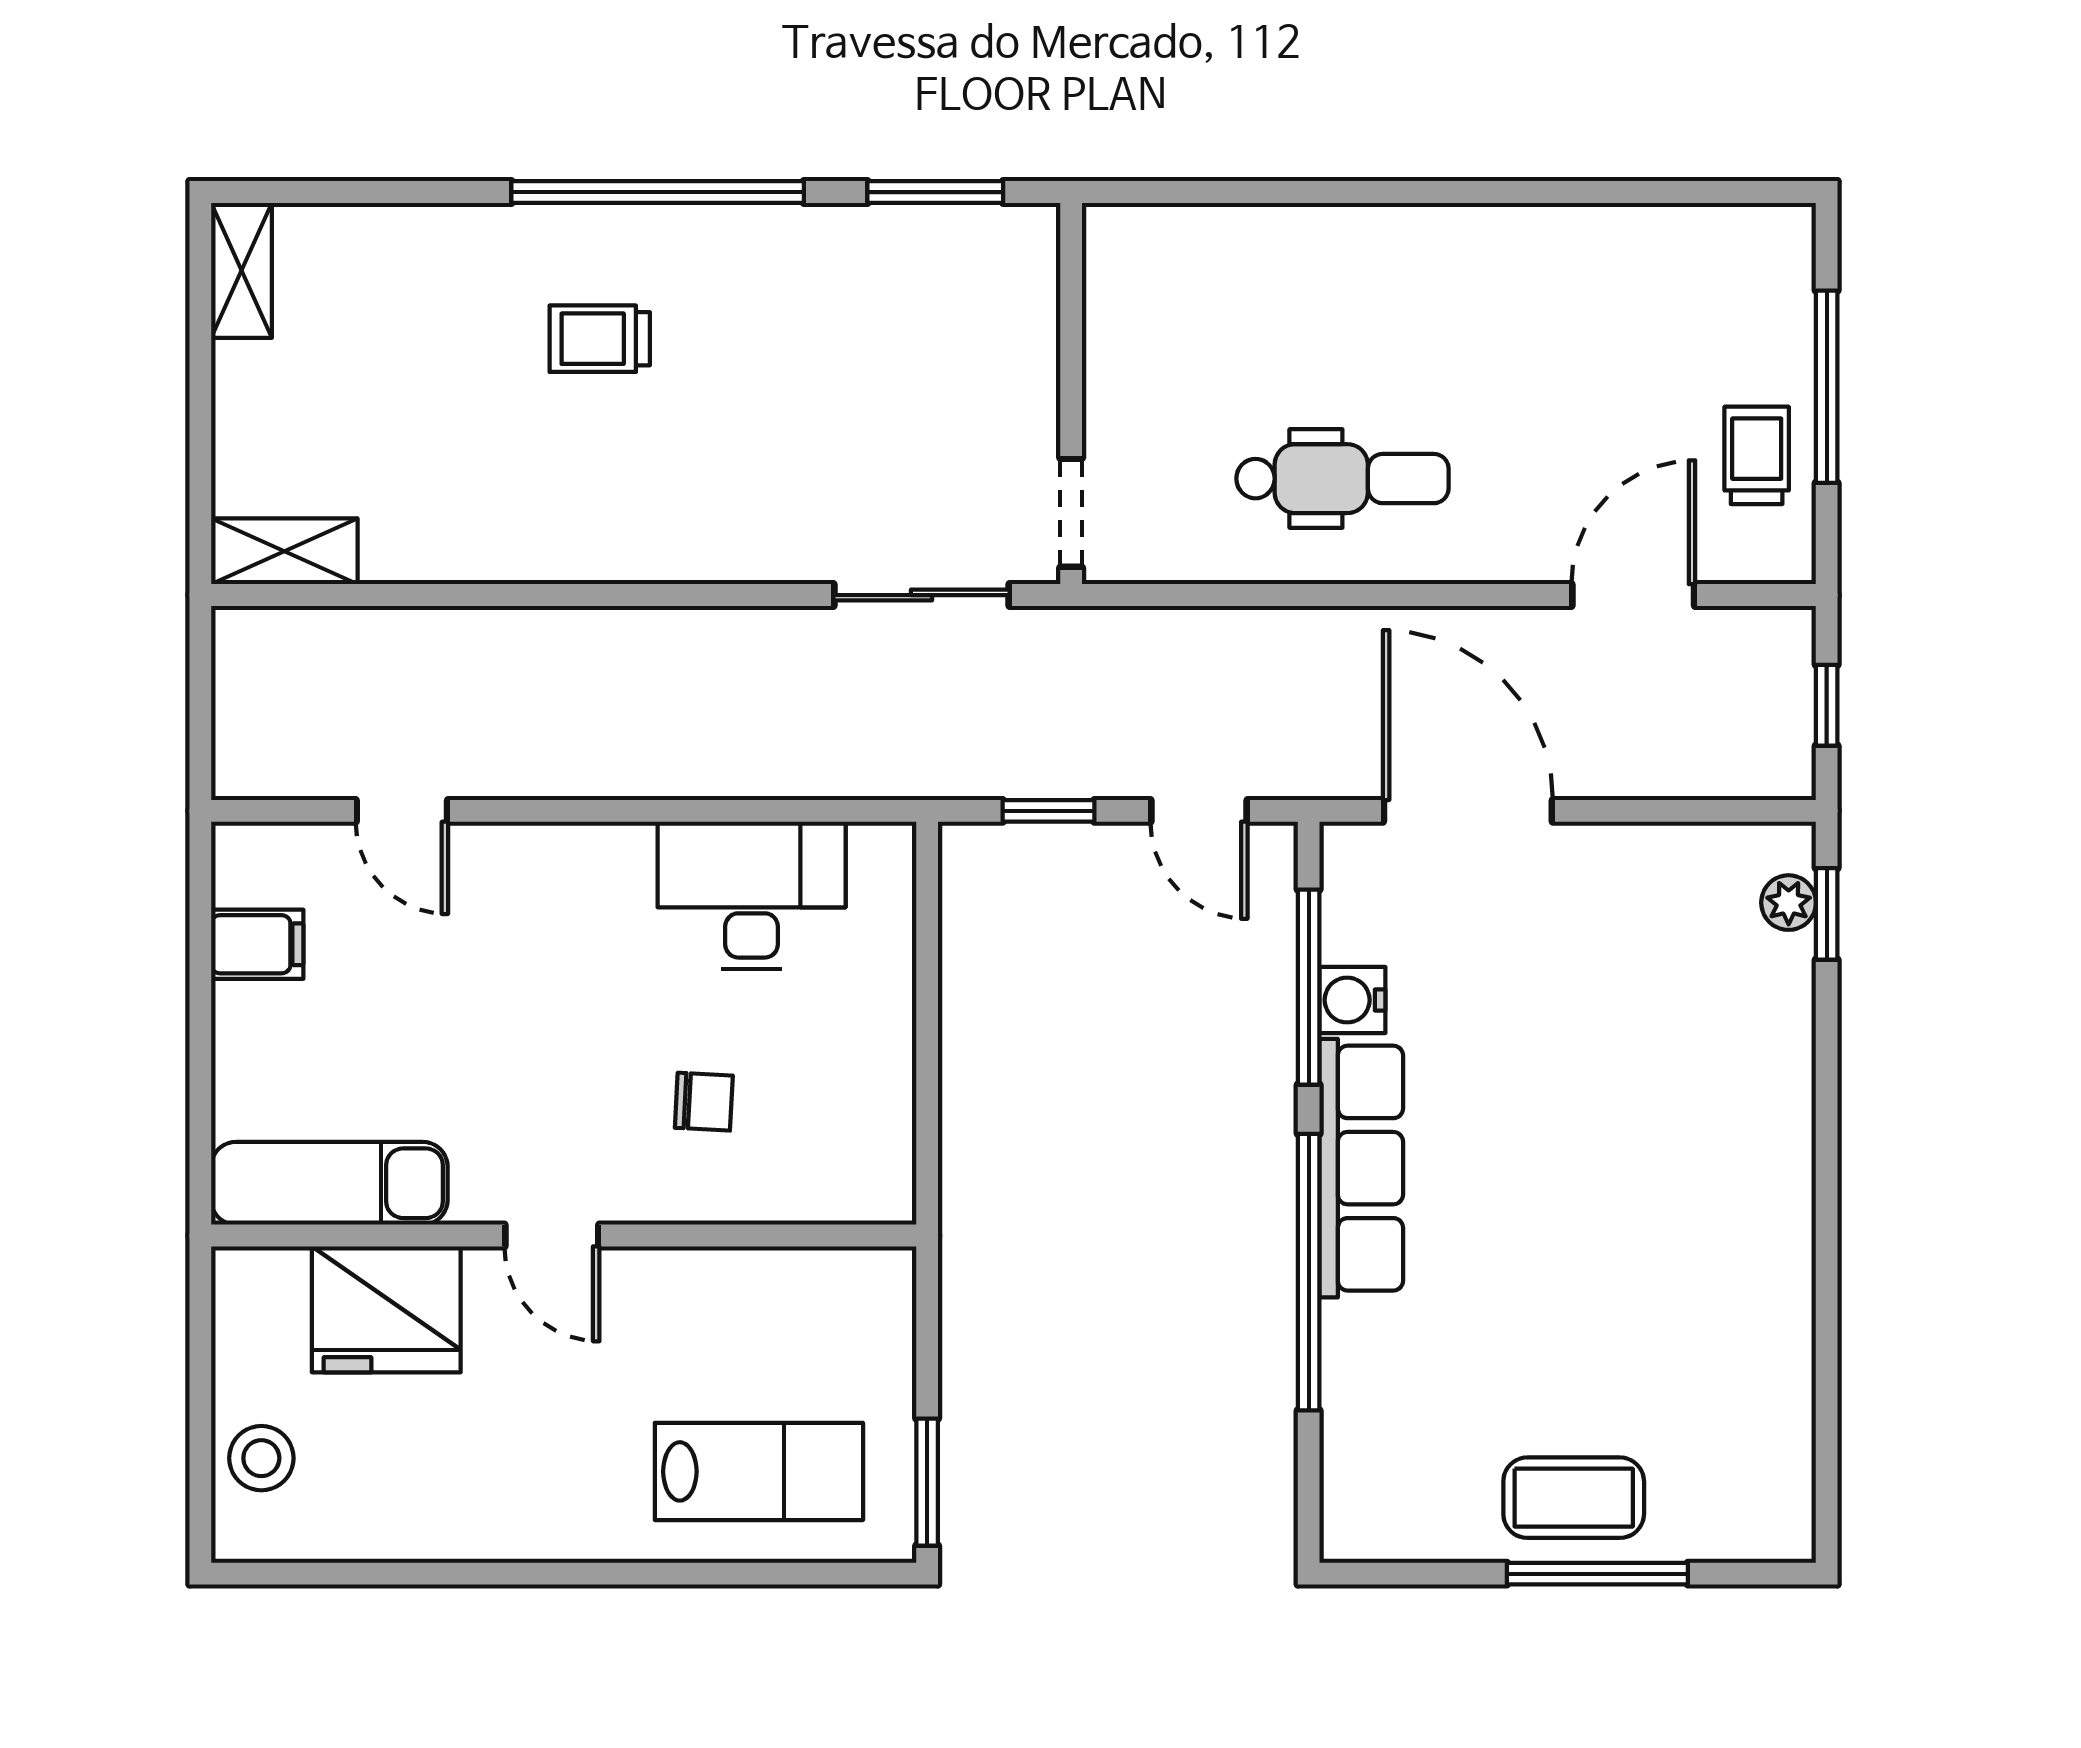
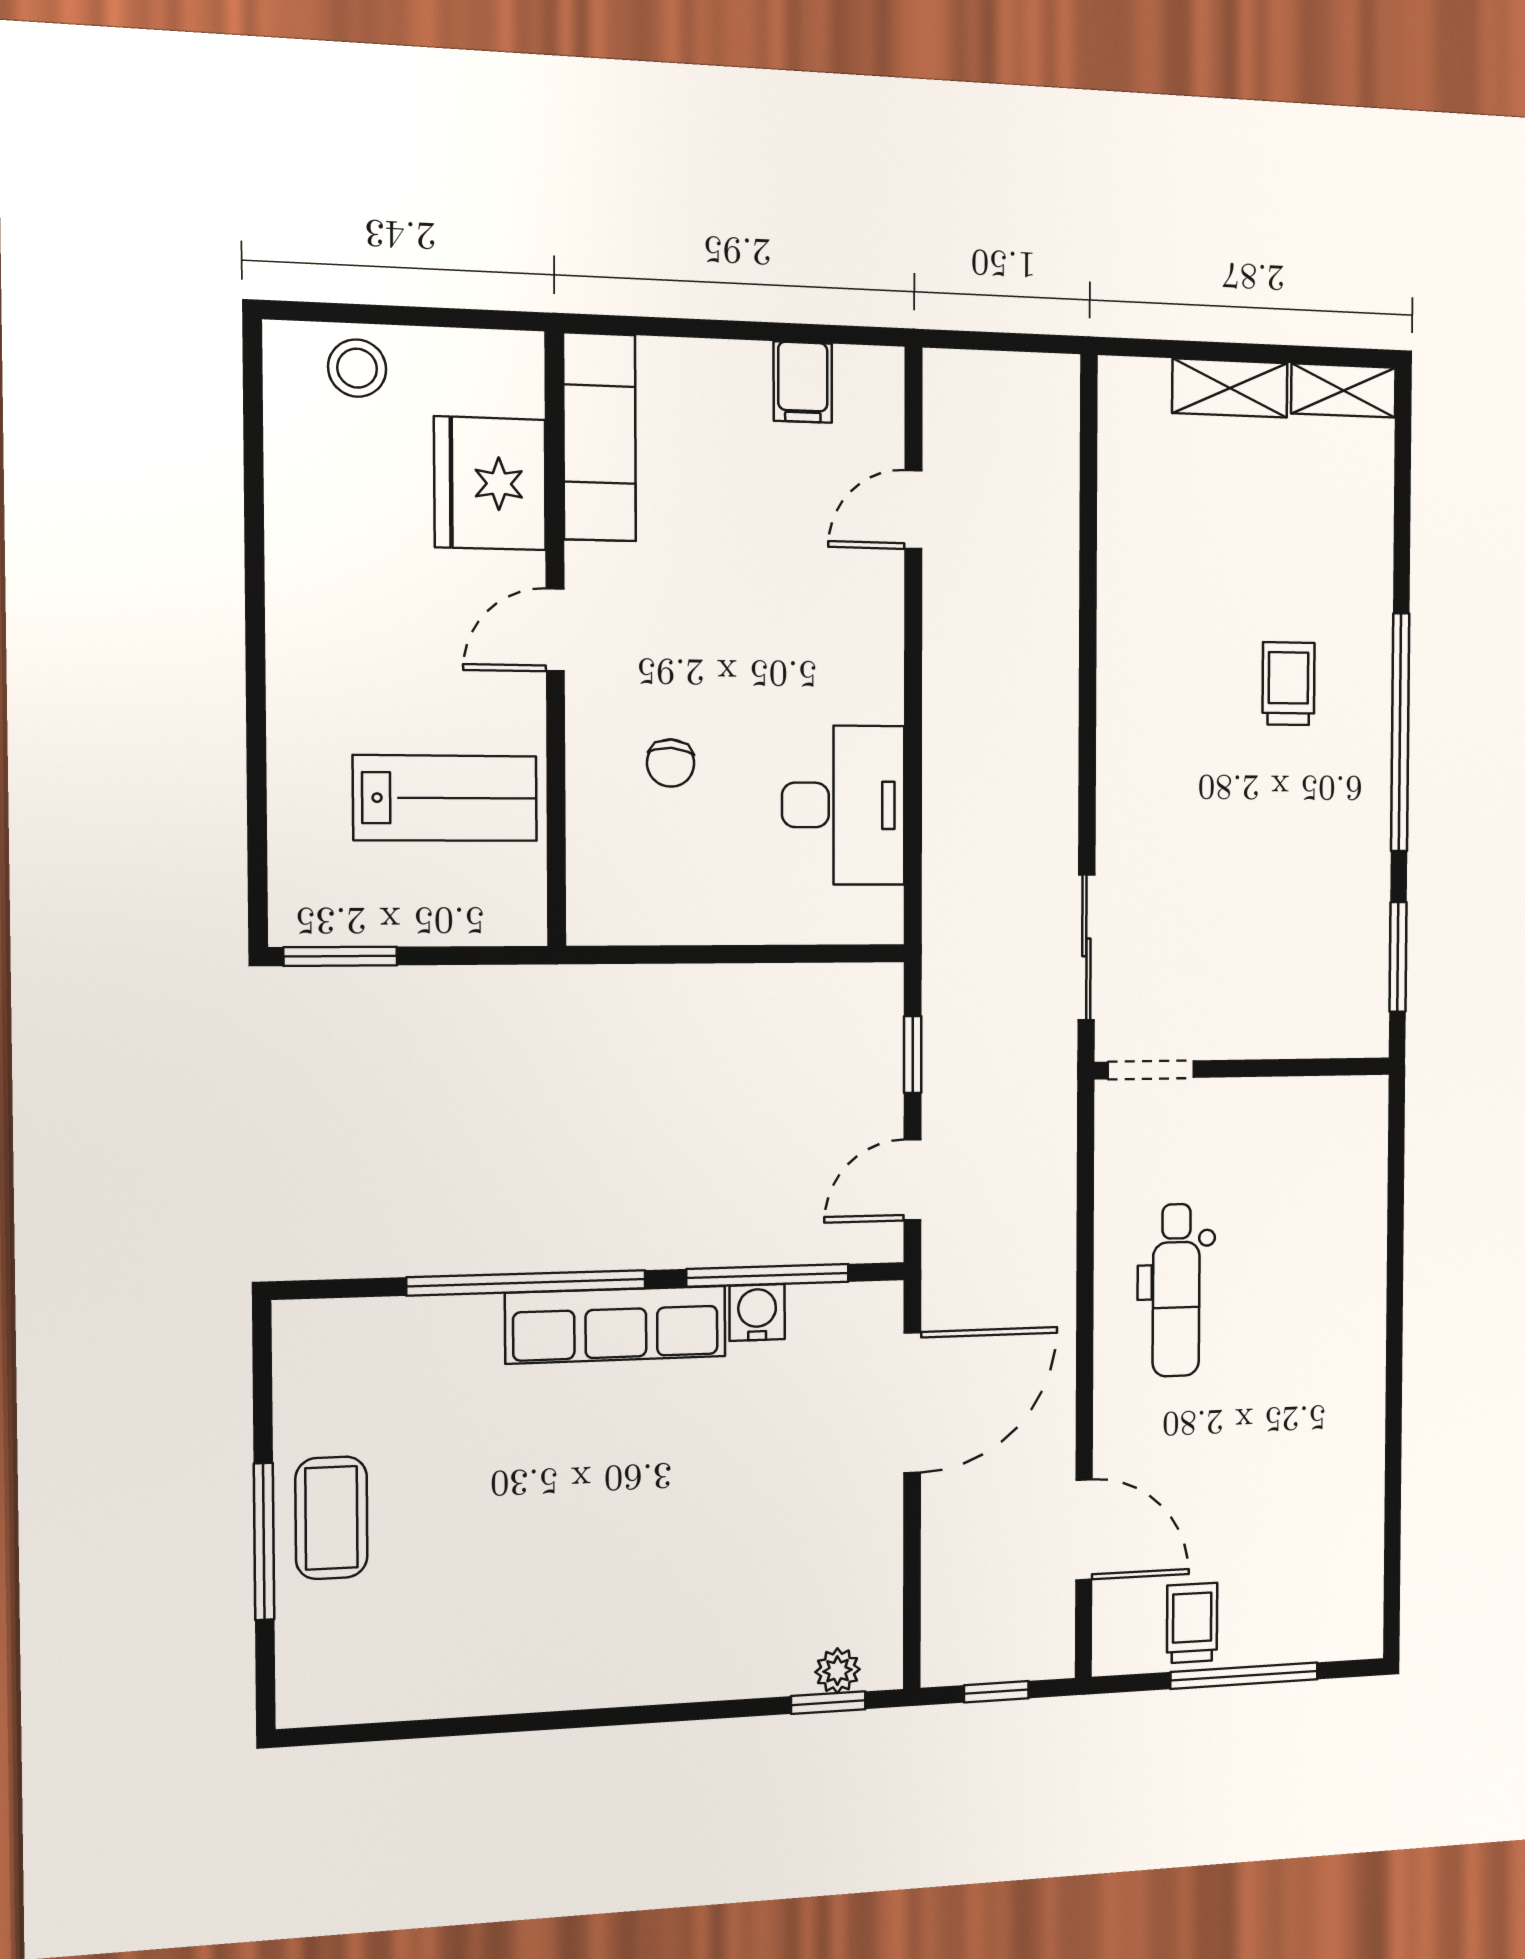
trolley: (1757, 455) -> (1192, 1623), turned -90
shelving: (284, 551) -> (1230, 388), moved, turned 90
lab bench: (759, 1471) -> (445, 798), moved, turned -90

